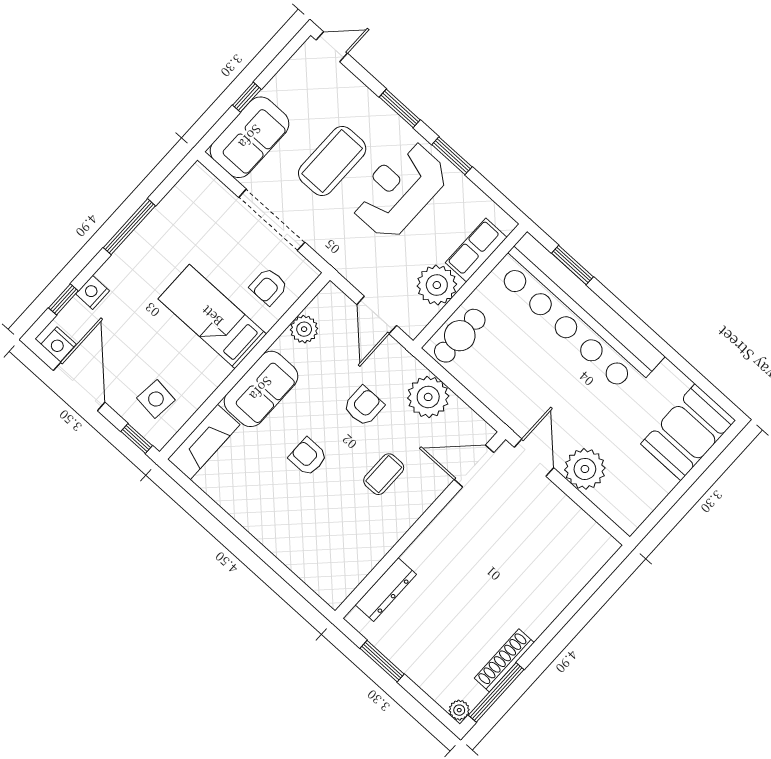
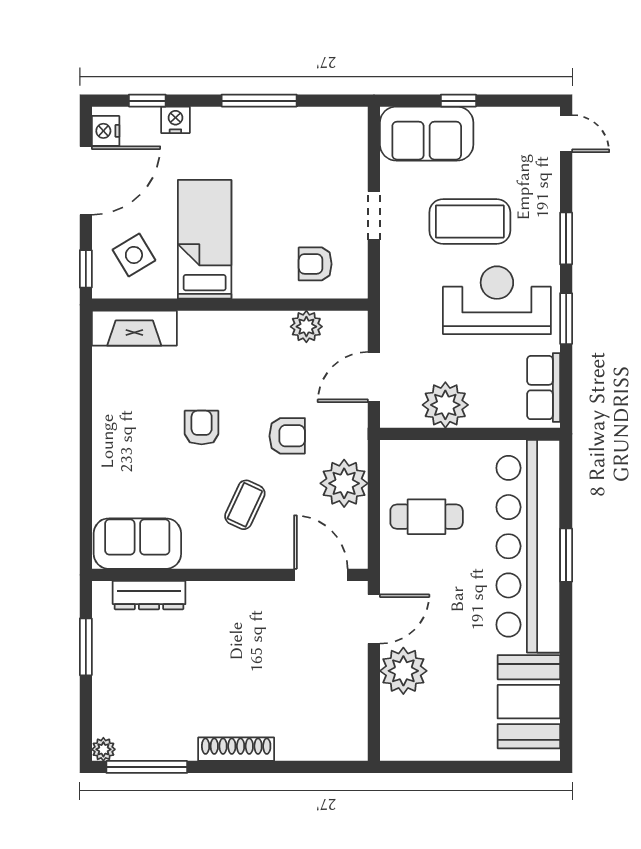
doorway: (272, 220) -> (374, 216), width x0.53
row of seats: (476, 250) -> (544, 388), moved, turned -90
window: (572, 265) -> (566, 555), moved
bed: (212, 316) -> (205, 239), moved
cafe table: (460, 336) -> (427, 517), moved
sofa: (261, 389) -> (137, 544), moved, turned 180
side table: (156, 399) -> (134, 255), turned -37
booth: (688, 432) -> (529, 702), moved, turned 90
coffee table: (384, 474) -> (245, 505), turned -65
shoe rack: (504, 660) -> (236, 749), moved

